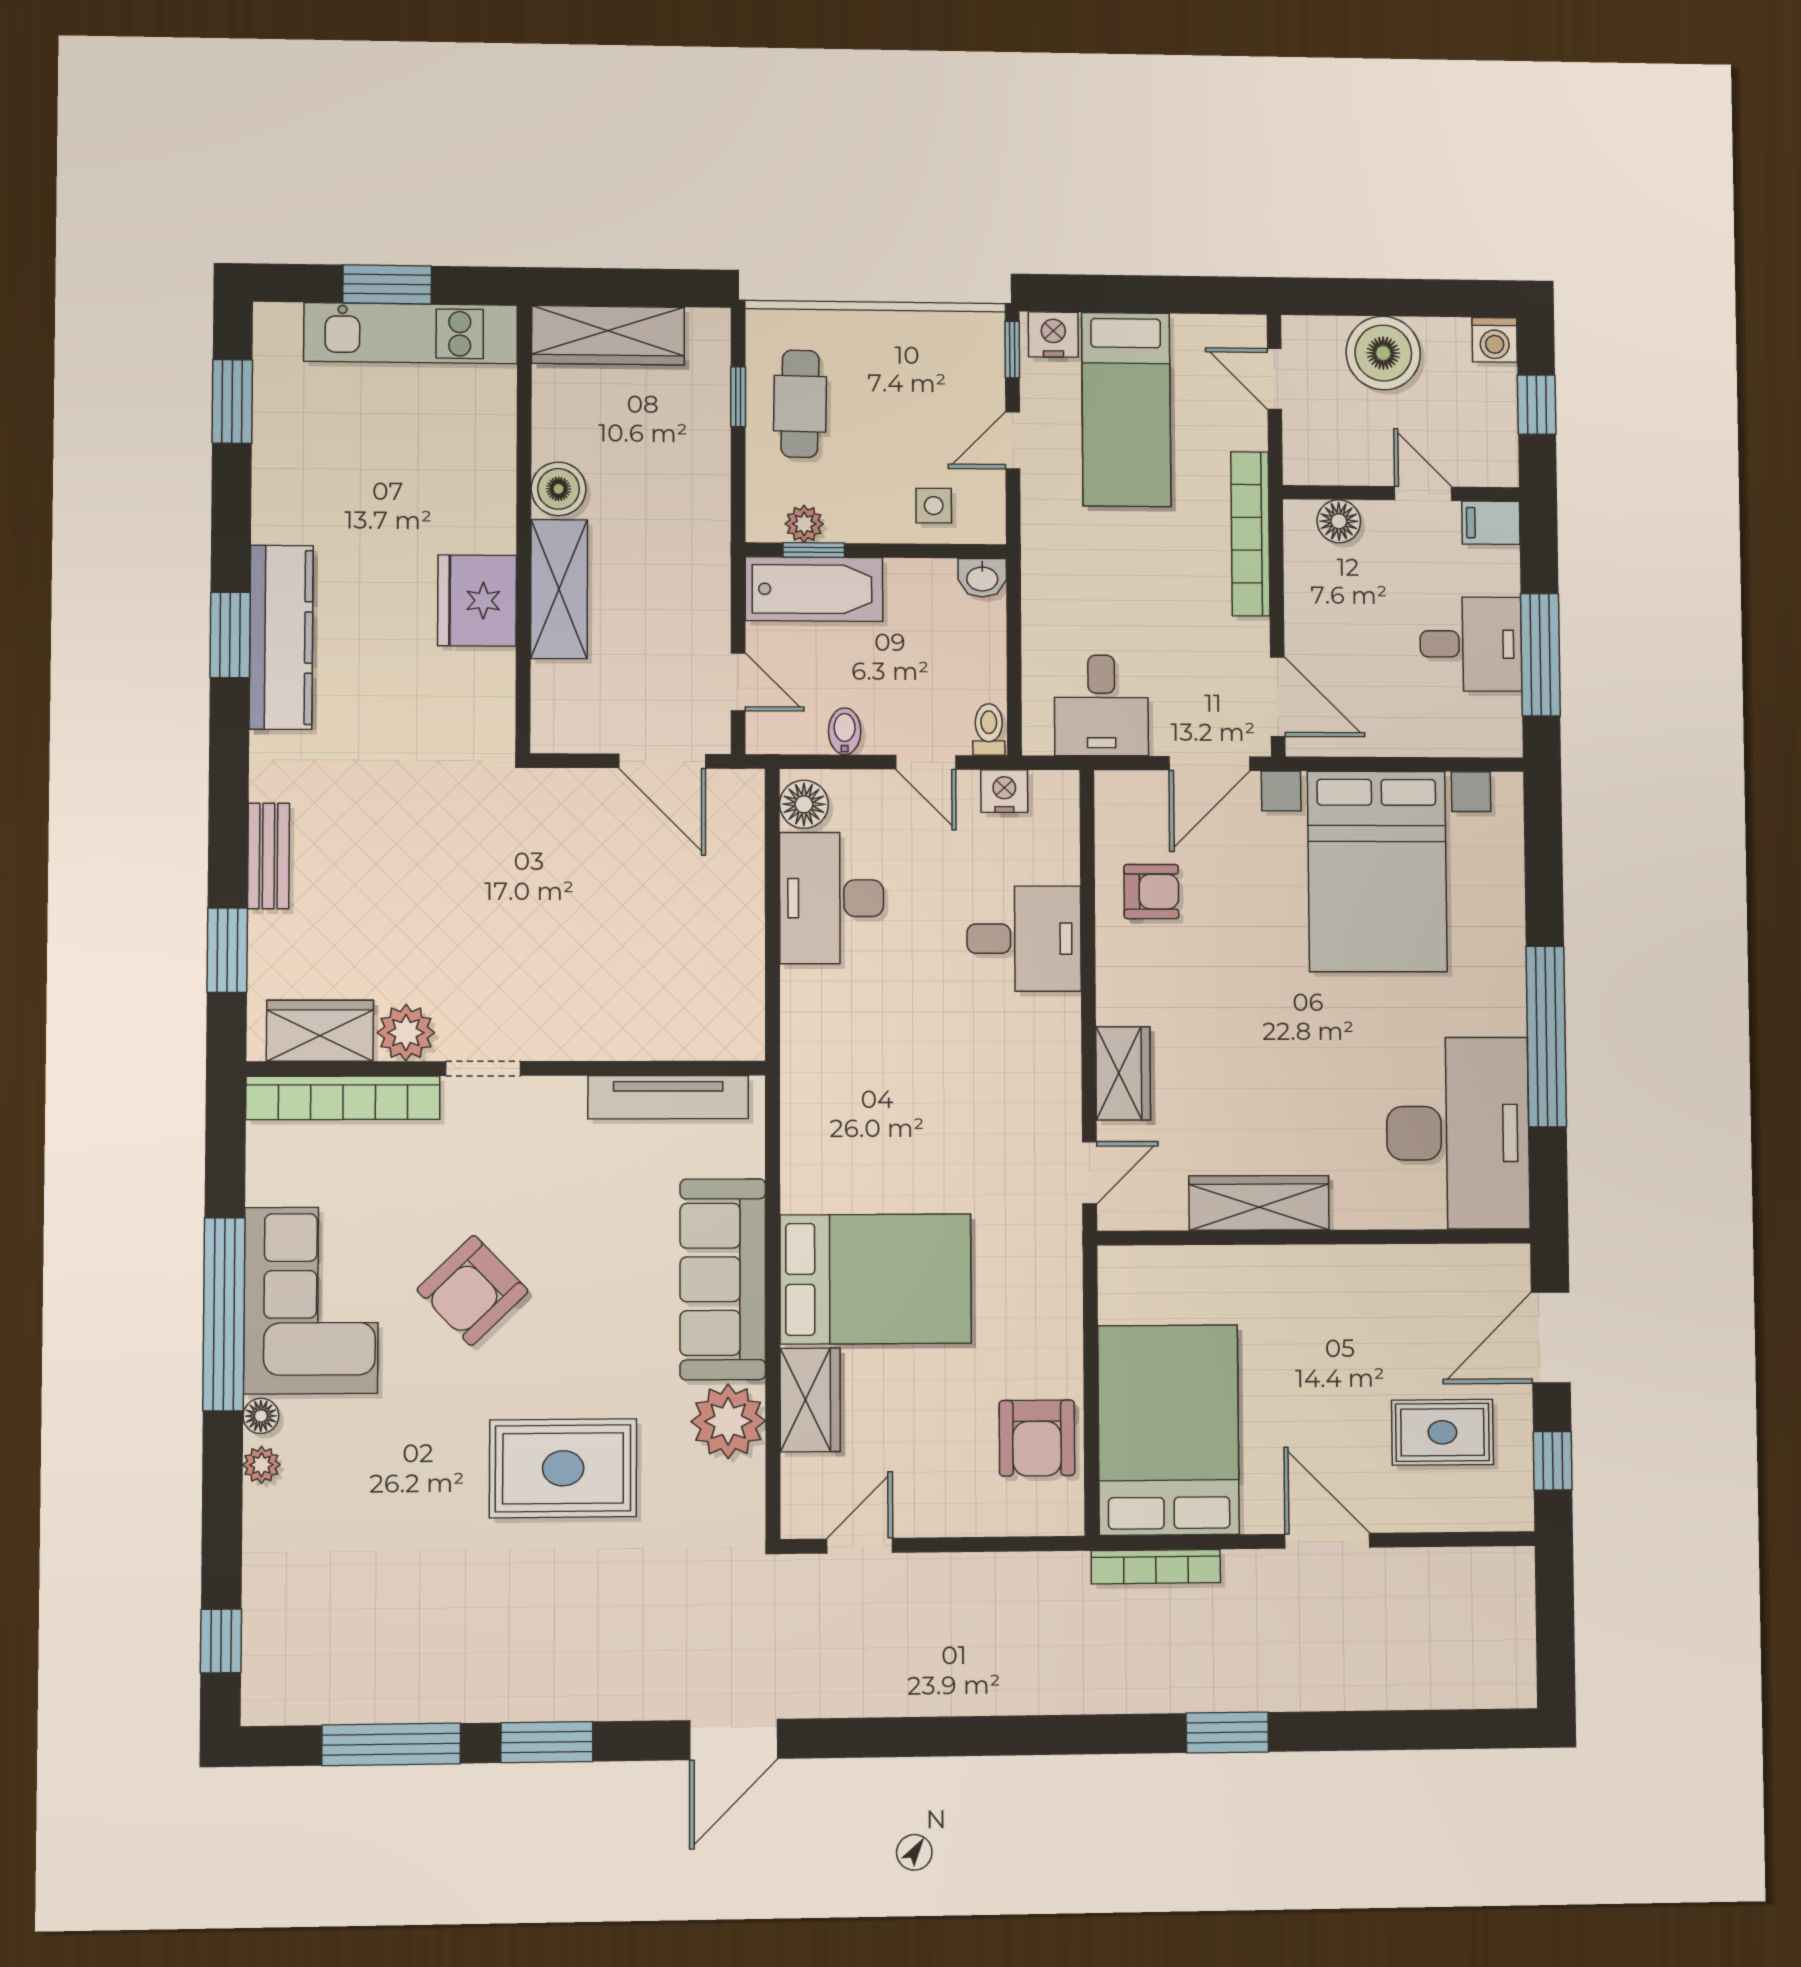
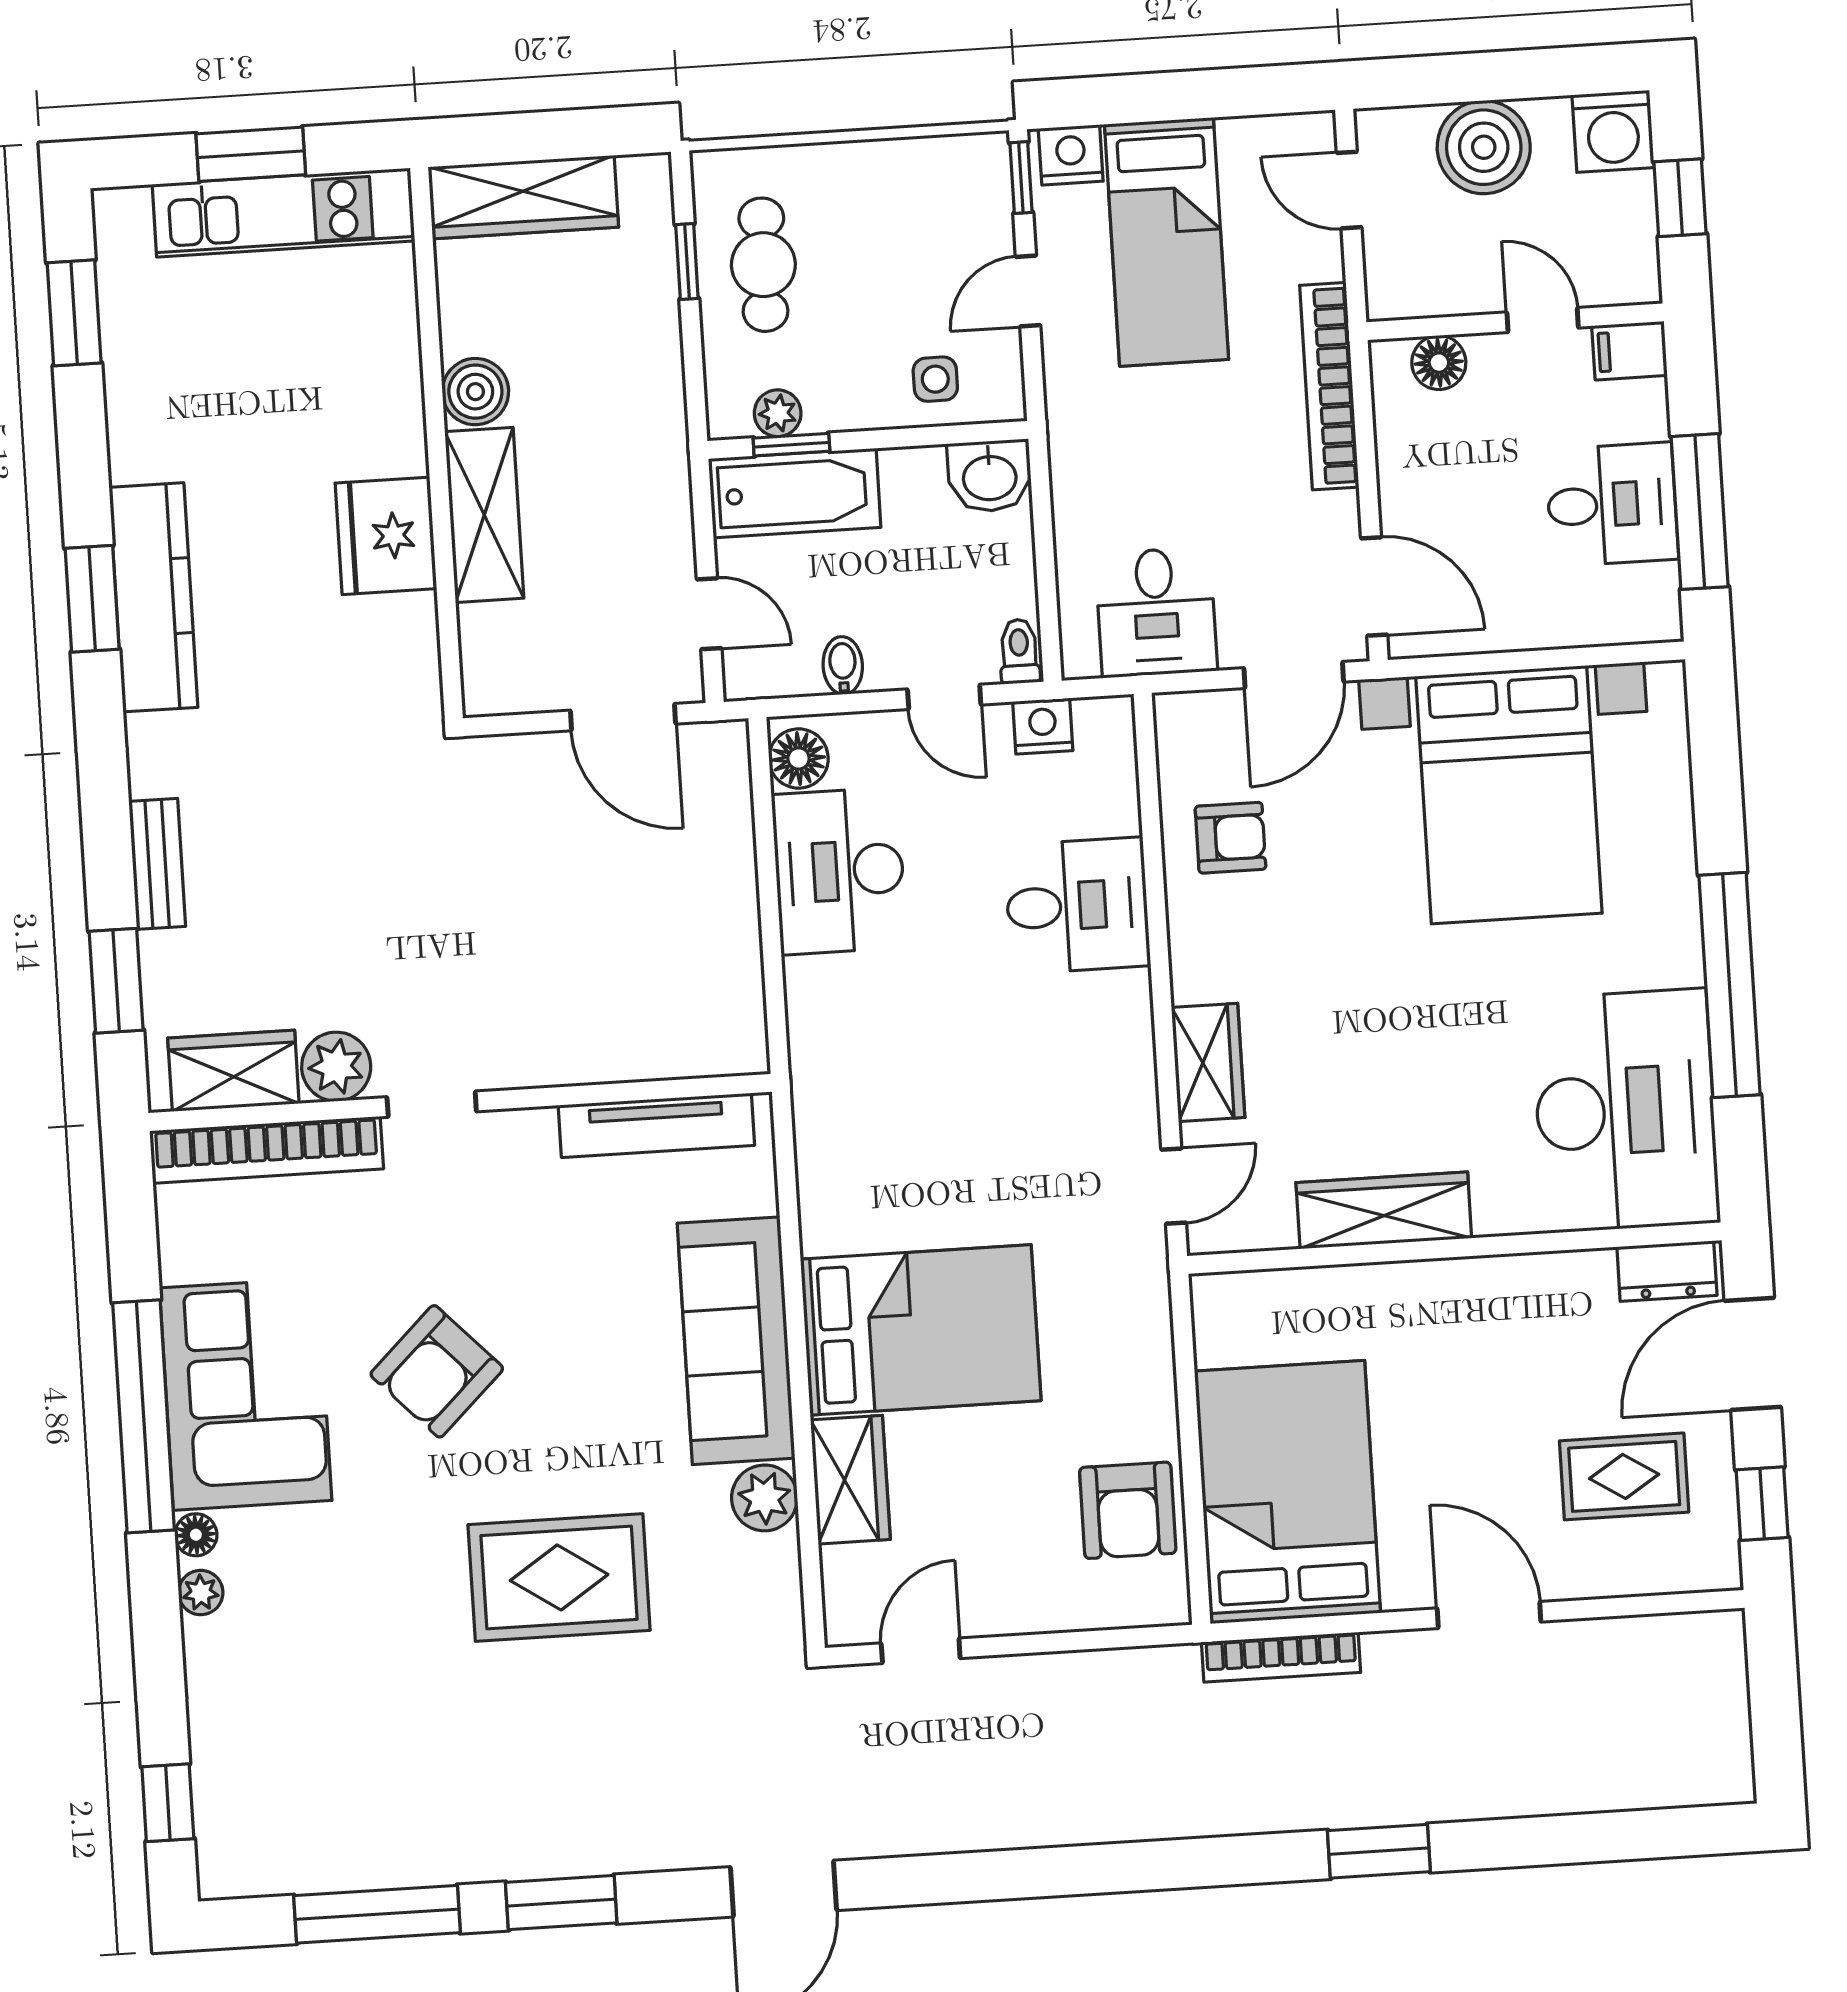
washing machine: (1495, 340) -> (1613, 131), width x1.38, depth x1.38
washbasin: (982, 578) -> (990, 476), width x1.38, depth x1.45
dresser: (1485, 1266) -> (1667, 1271), added
plant: (728, 1421) -> (764, 1498), width x0.73, depth x0.73

